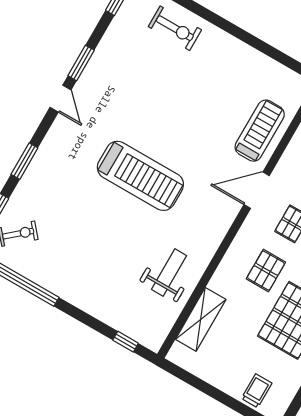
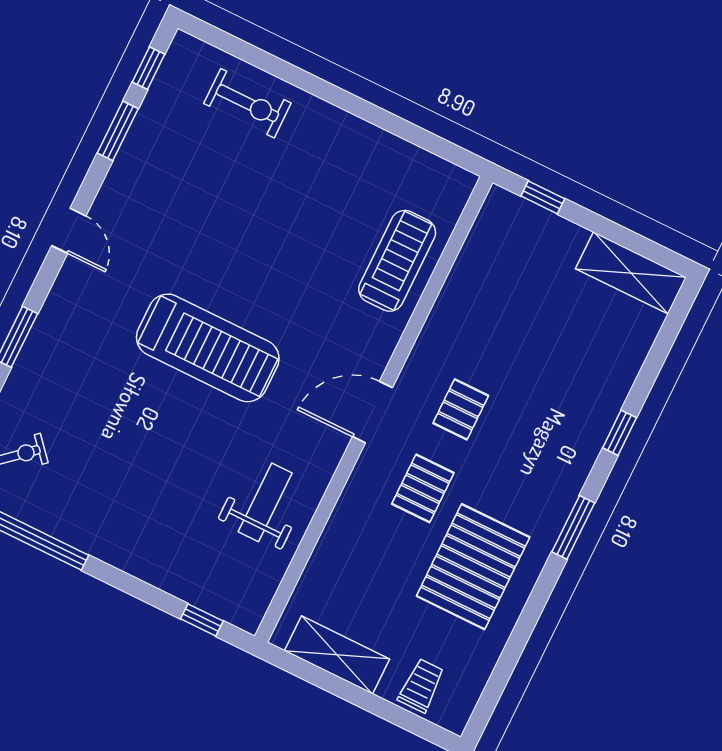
window: (81, 63) -> (118, 131), moved
door: (257, 190) -> (372, 412), moved
shelving: (201, 319) -> (337, 655), moved, turned 90

